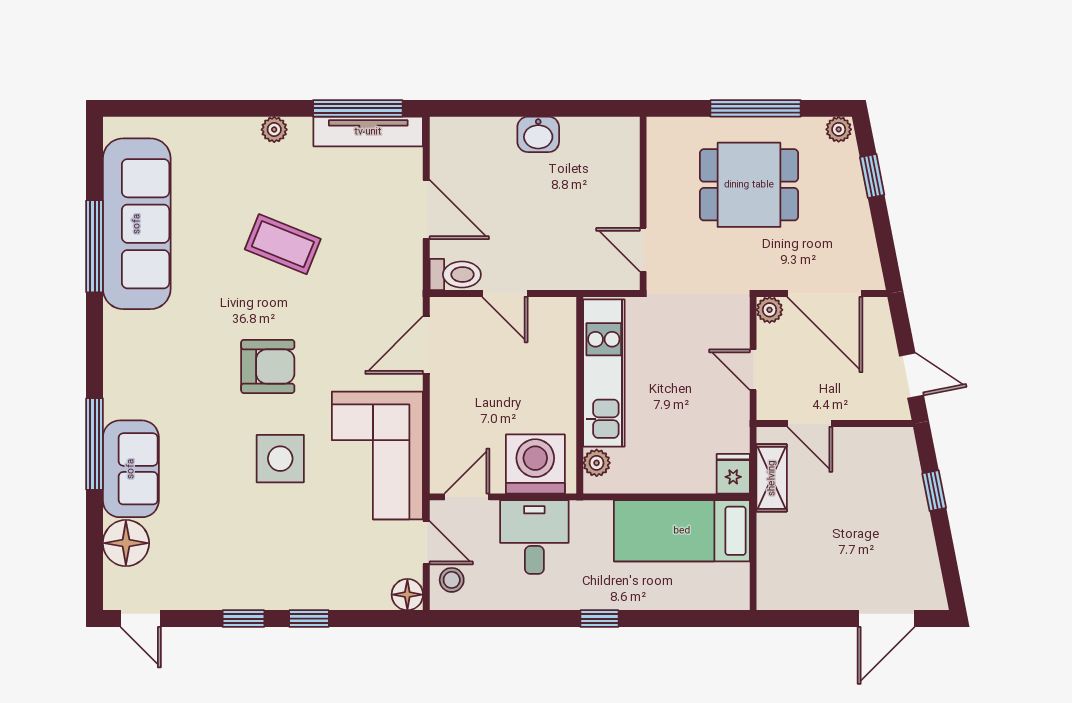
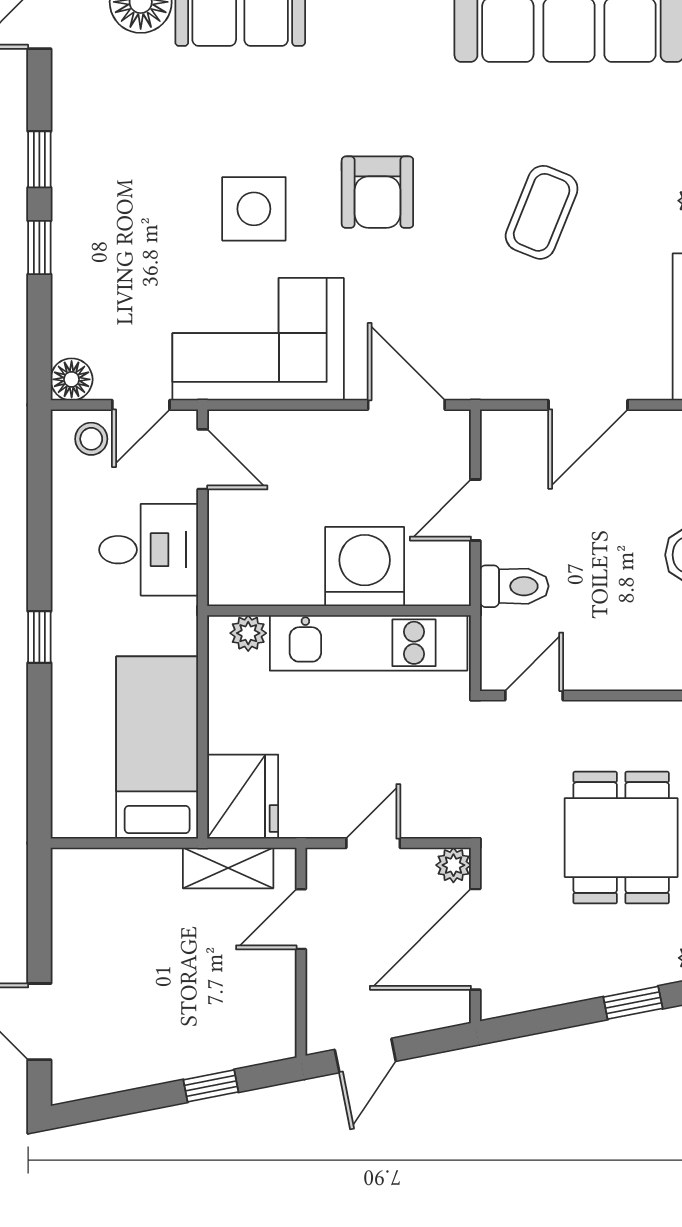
toilet: (455, 275) -> (514, 586), moved, turned -90
washing machine: (535, 464) -> (365, 566), moved, turned -90
fridge: (733, 474) -> (243, 797), width x1.88, depth x1.34

